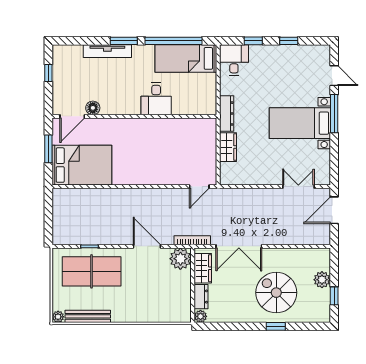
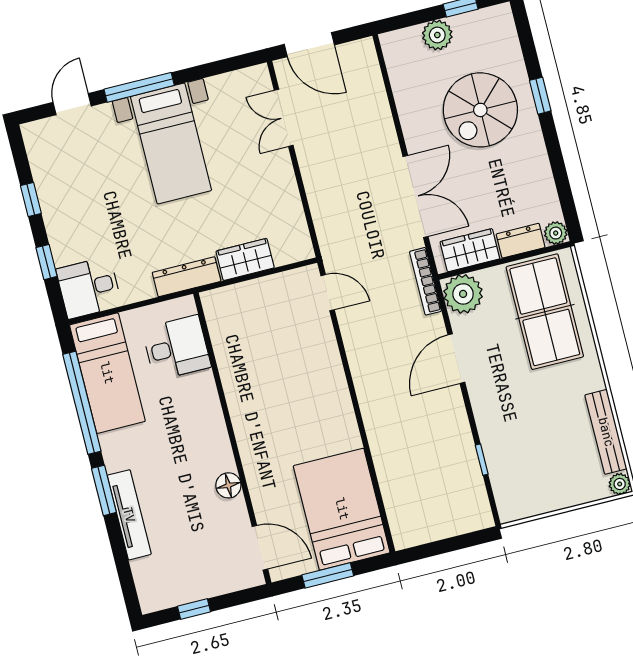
desk: (156, 99) -> (177, 348), moved
floor lamp: (93, 108) -> (228, 485), moved
table tennis table: (92, 271) -> (545, 312), moved

